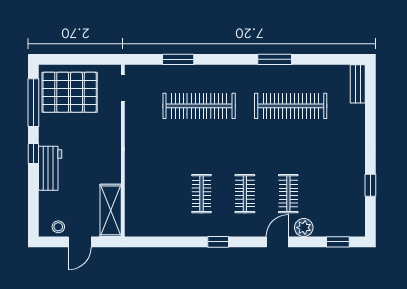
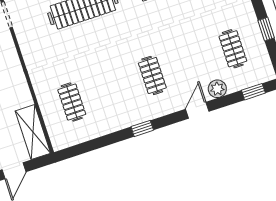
clothes rail: (201, 194) -> (72, 102), moved
clothes rail: (288, 194) -> (233, 49), moved

